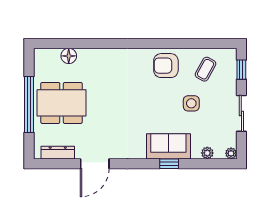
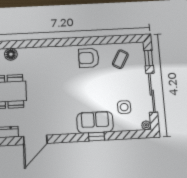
side table: (191, 103) -> (124, 107), moved
sliding door: (241, 113) -> (152, 93), width x1.37
plant: (207, 153) -> (127, 126), removed

